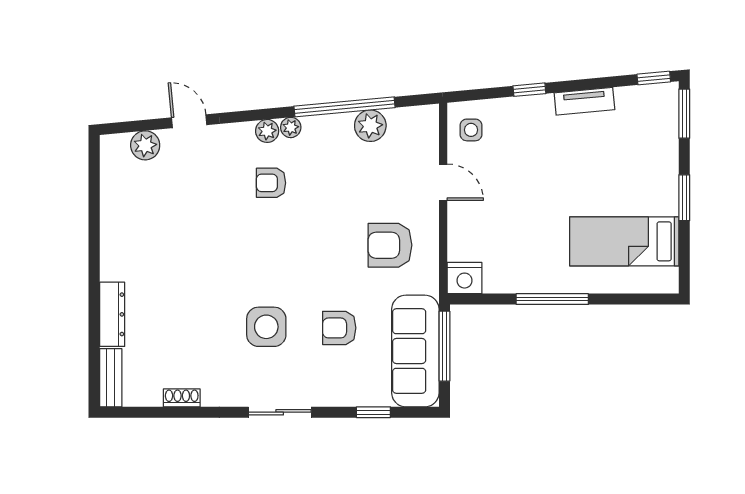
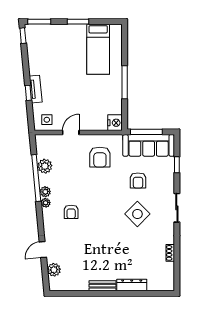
tv unit: (584, 101) -> (36, 89), moved
plant: (267, 131) -> (45, 192), moved
side table: (266, 327) -> (137, 214), turned 45
bench: (111, 378) -> (103, 286), moved

